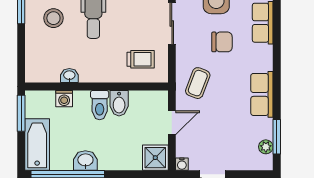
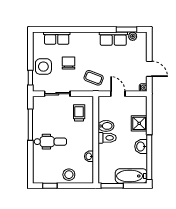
stool: (53, 18) -> (69, 175), moved
row of seats: (262, 94) -> (113, 39), moved
washing machine: (64, 99) -> (103, 160), removed
shower: (155, 158) -> (139, 123), moved

